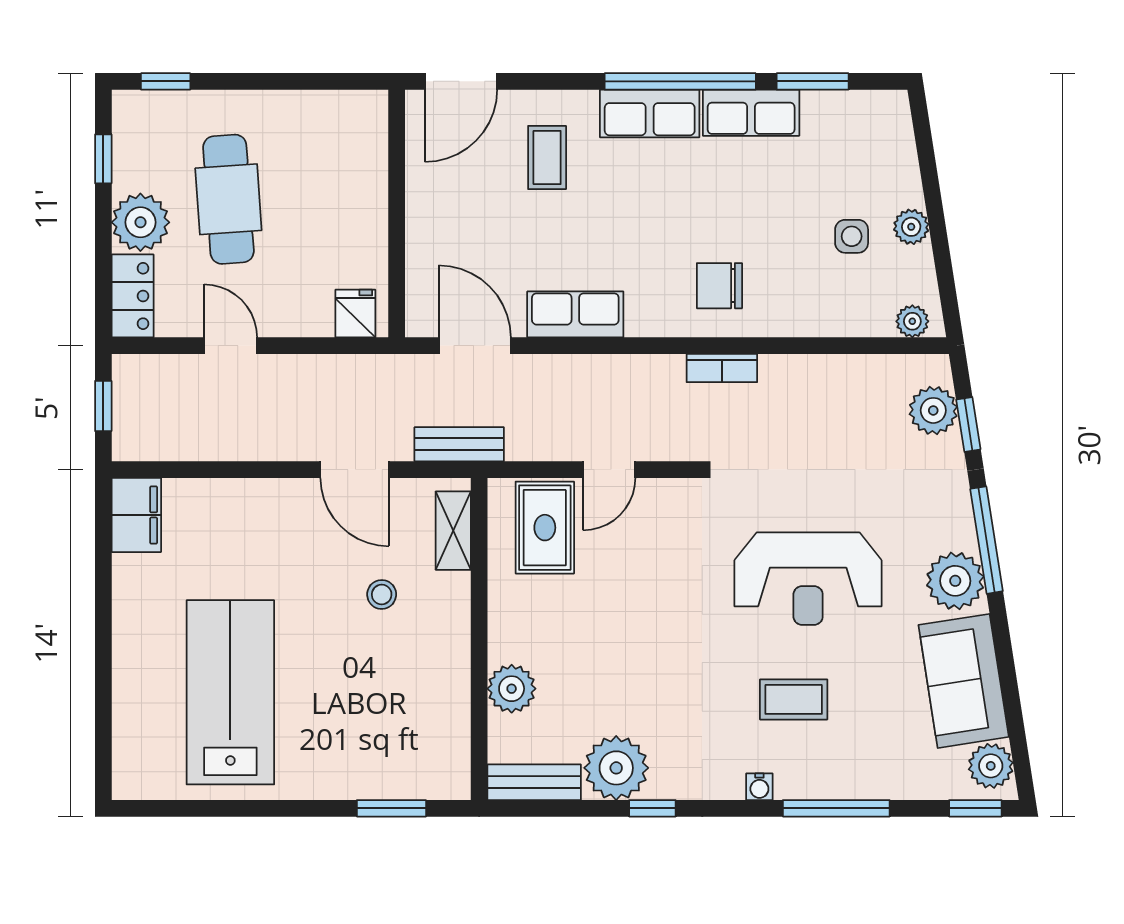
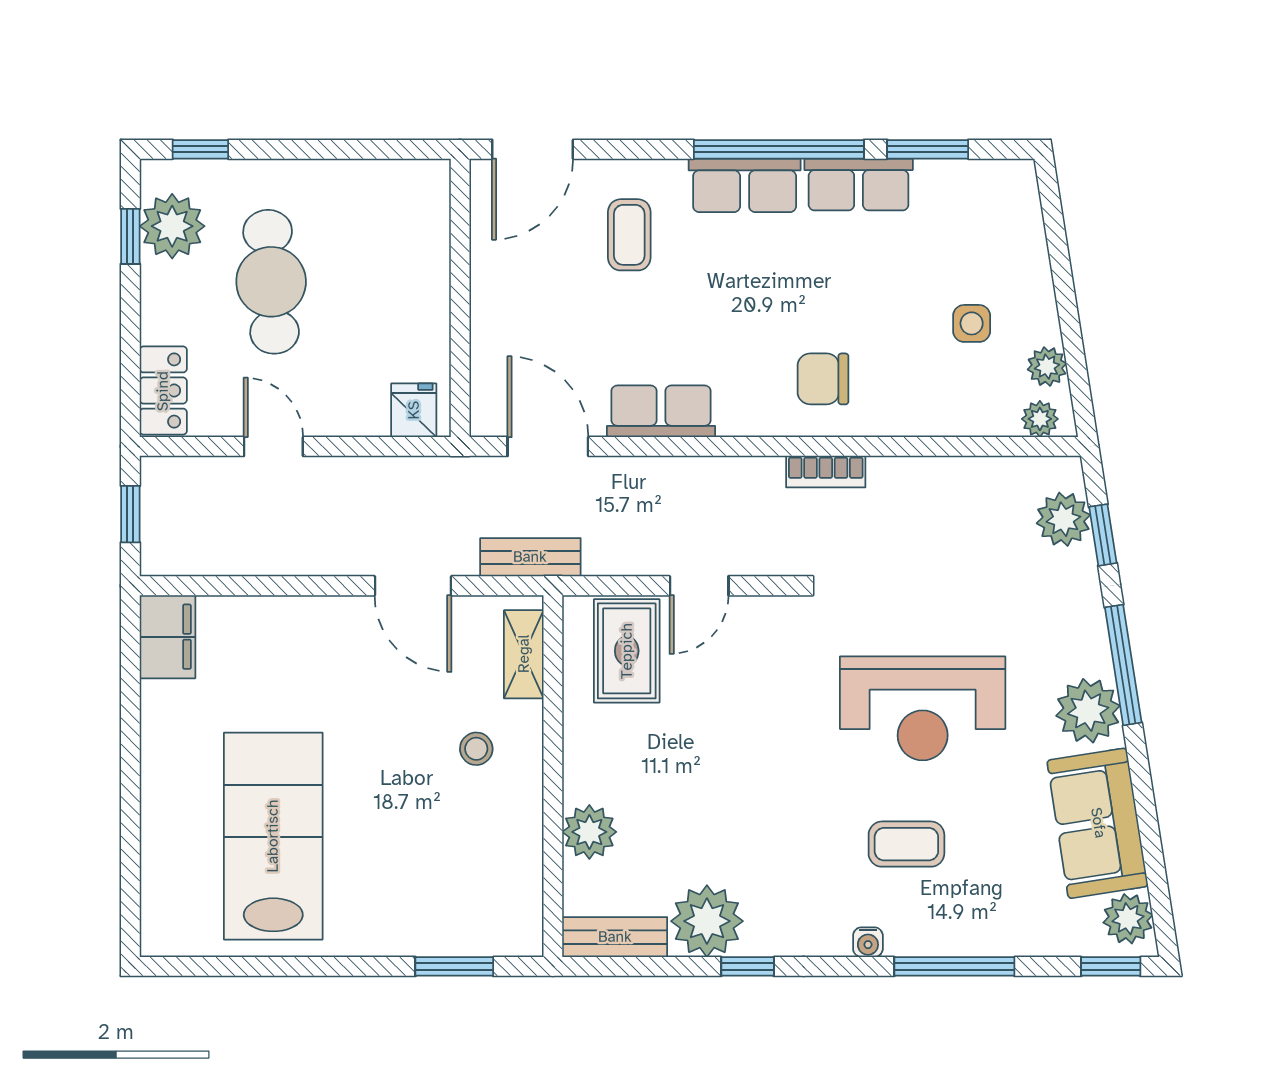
plant: (140, 222) -> (172, 226), moved
plant: (911, 227) -> (1047, 367), moved
stool: (382, 594) -> (476, 749), moved

